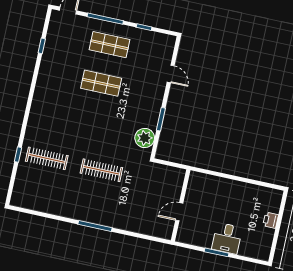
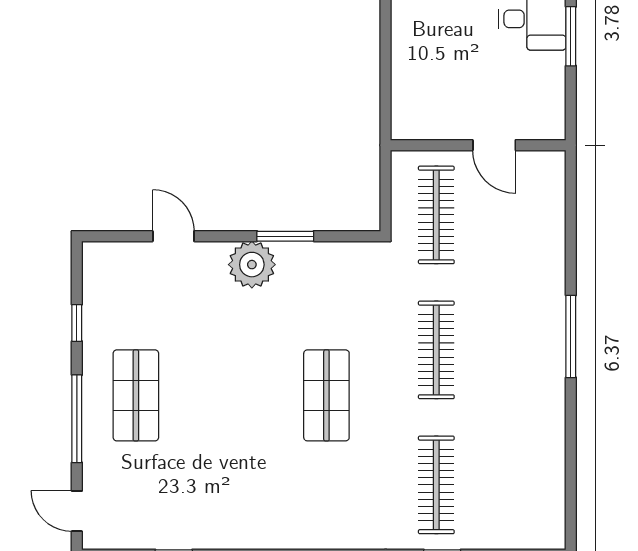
door: (171, 74) -> (173, 236), hinge flipped
shop shelf: (101, 83) -> (326, 395), moved
plant: (145, 138) -> (252, 265), moved
clothes rail: (156, 182) -> (436, 215), added

